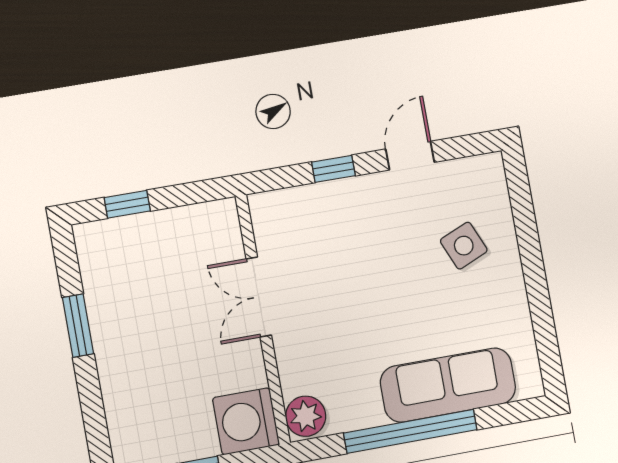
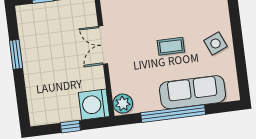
side table: (464, 246) -> (216, 43), moved
coffee table: (399, 293) -> (171, 46), added

